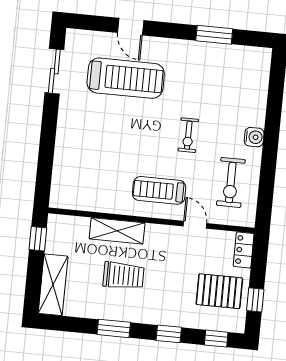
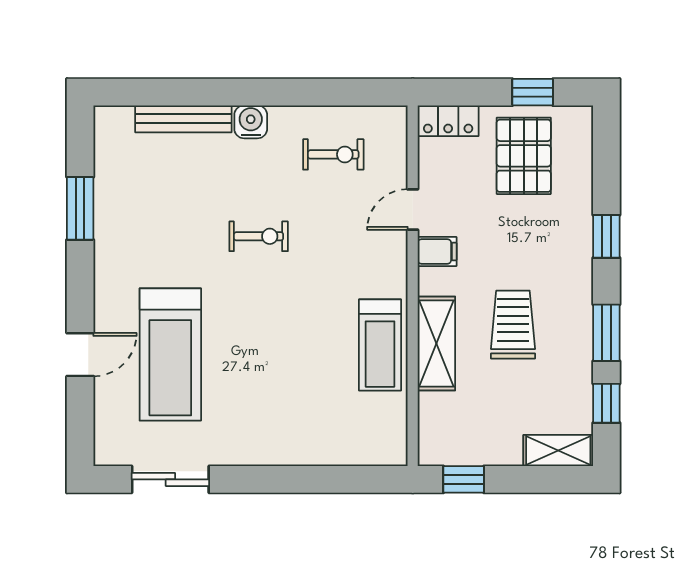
treadmill: (126, 78) -> (170, 354), turned 180
bench: (260, 99) -> (183, 119), added
exercise bike: (231, 182) -> (333, 154), width x0.73, depth x0.72
treadmill: (159, 190) -> (380, 345), moved
filing cabinet: (170, 236) -> (437, 251), added
shelving: (53, 285) -> (558, 451), width x0.67, depth x0.75
window: (216, 339) -> (606, 403), moved

